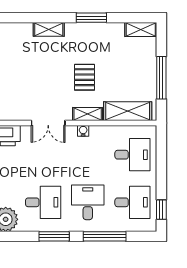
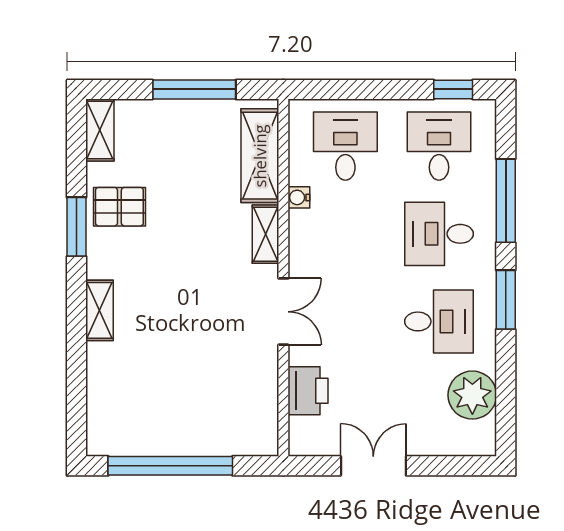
pallet: (85, 77) -> (119, 207), moved
water cooler: (83, 131) -> (299, 197), moved
desk: (43, 202) -> (439, 321), turned 90

